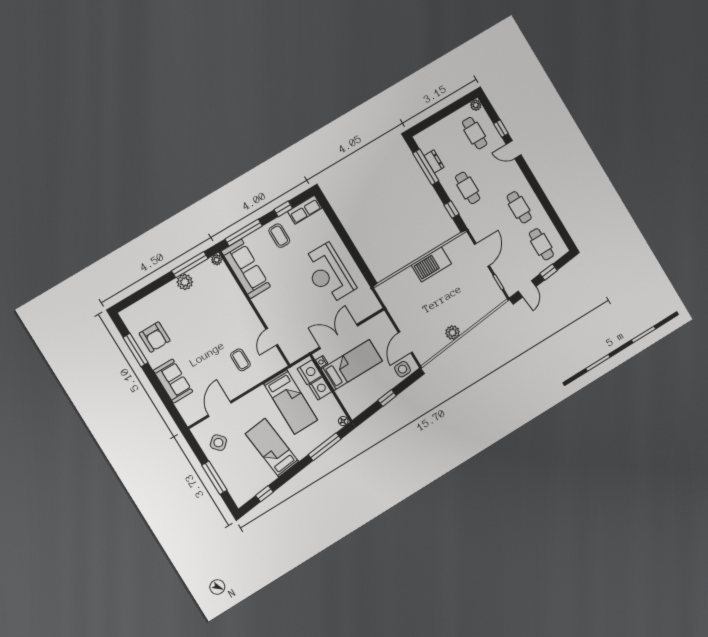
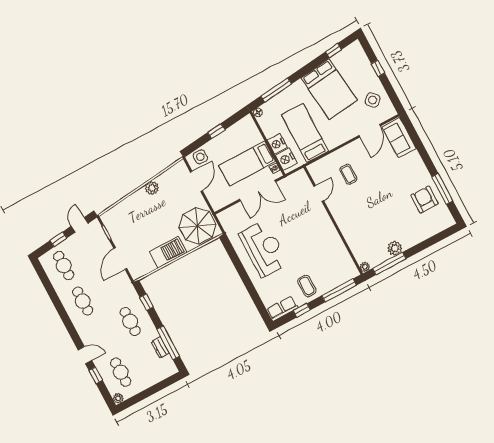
sofa: (246, 269) -> (339, 257), removed
parasol: (401, 295) -> (197, 226), added
sofa: (173, 381) -> (399, 138), moved
bed: (272, 448) -> (329, 89), width x1.50
window: (214, 478) -> (378, 68), width x0.46

